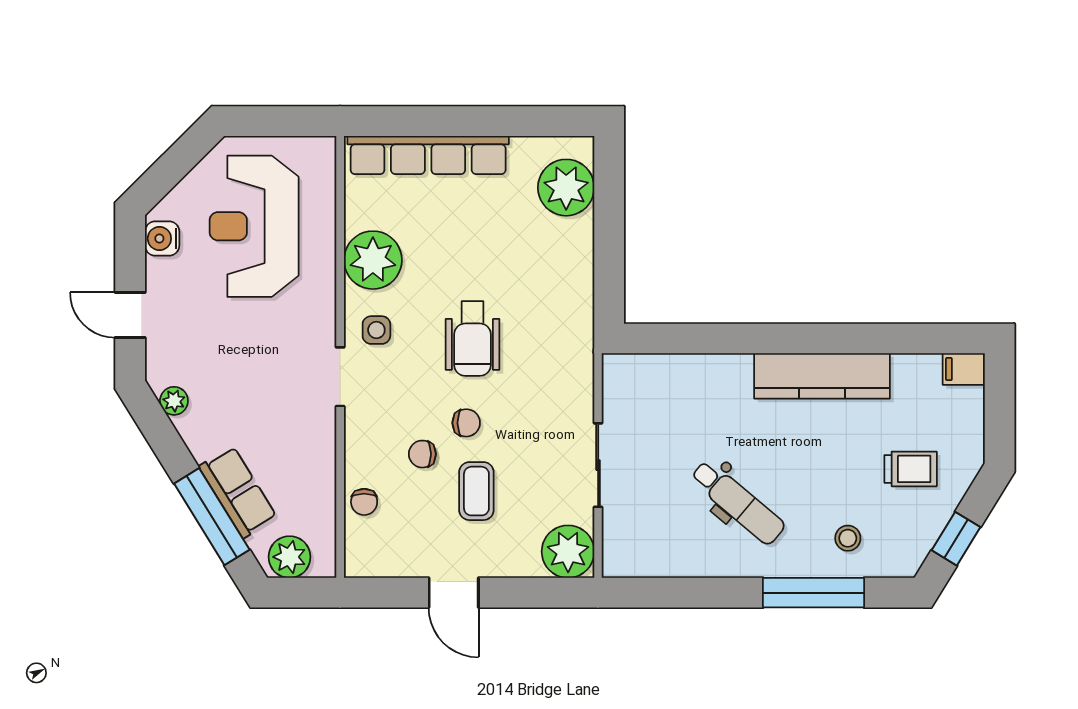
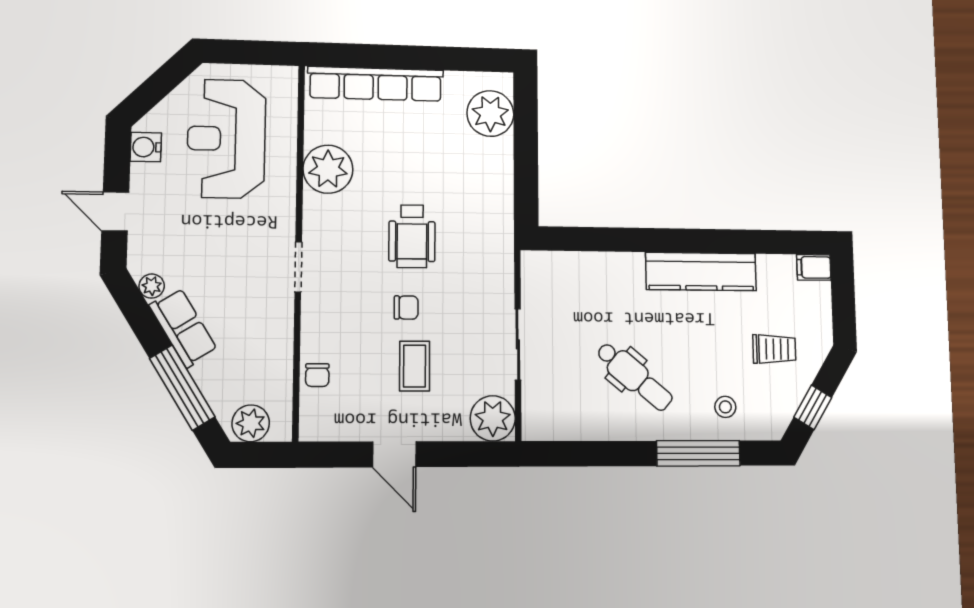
side table: (376, 330) -> (330, 228), removed
chair: (422, 454) -> (368, 334), removed
row of seats: (238, 492) -> (183, 328), moved

